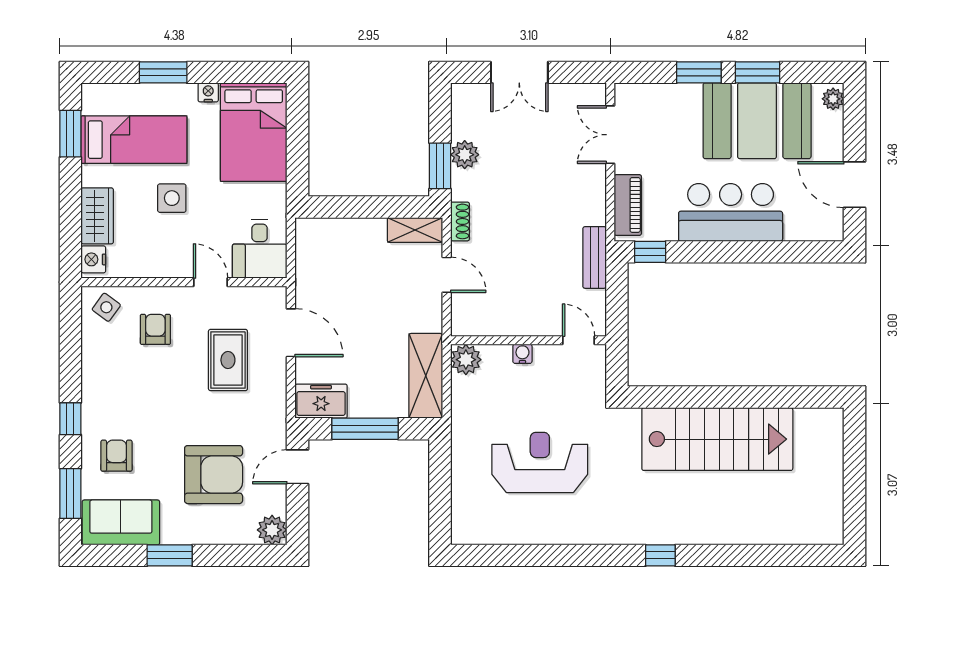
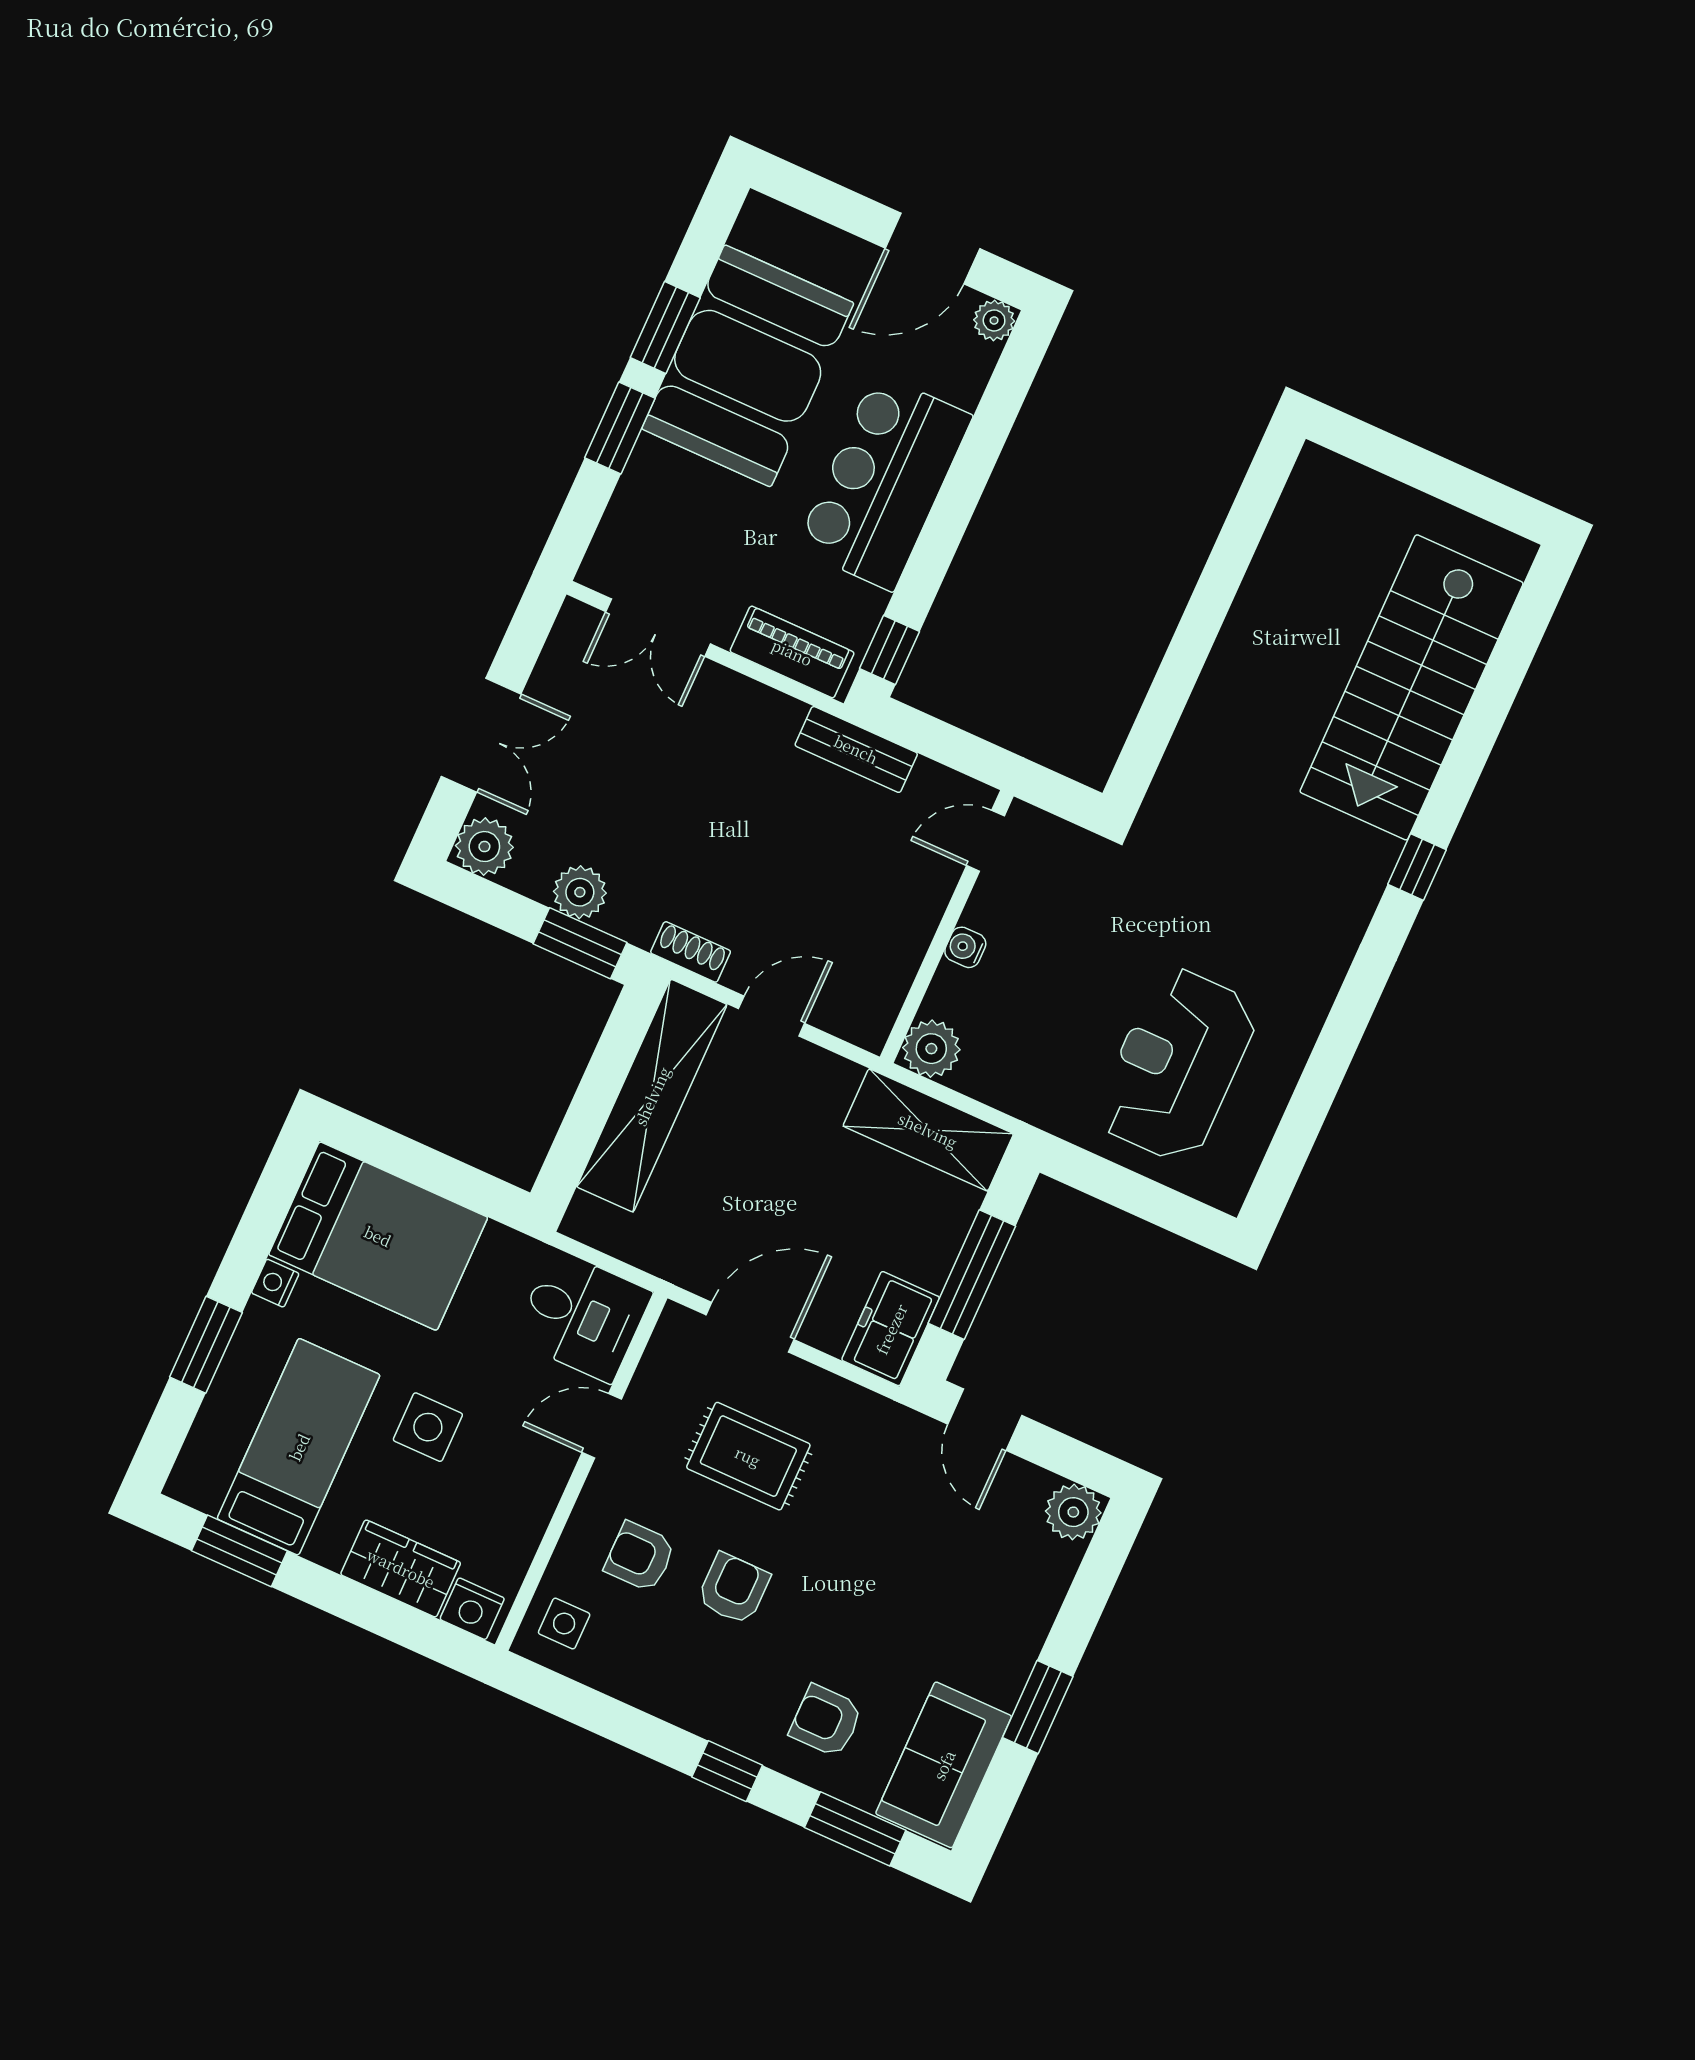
plant: (466, 98) -> (484, 847), added
plant: (833, 99) -> (994, 320), moved
shelving: (415, 230) -> (652, 1096), width x2.20, depth x1.33
side table: (106, 307) -> (564, 1624), turned -36
stairs: (717, 439) -> (1412, 687), moved, turned 180
reception desk: (540, 462) -> (1177, 1065), moved
armchair: (214, 475) -> (734, 1589), moved, width x0.53, depth x0.53

